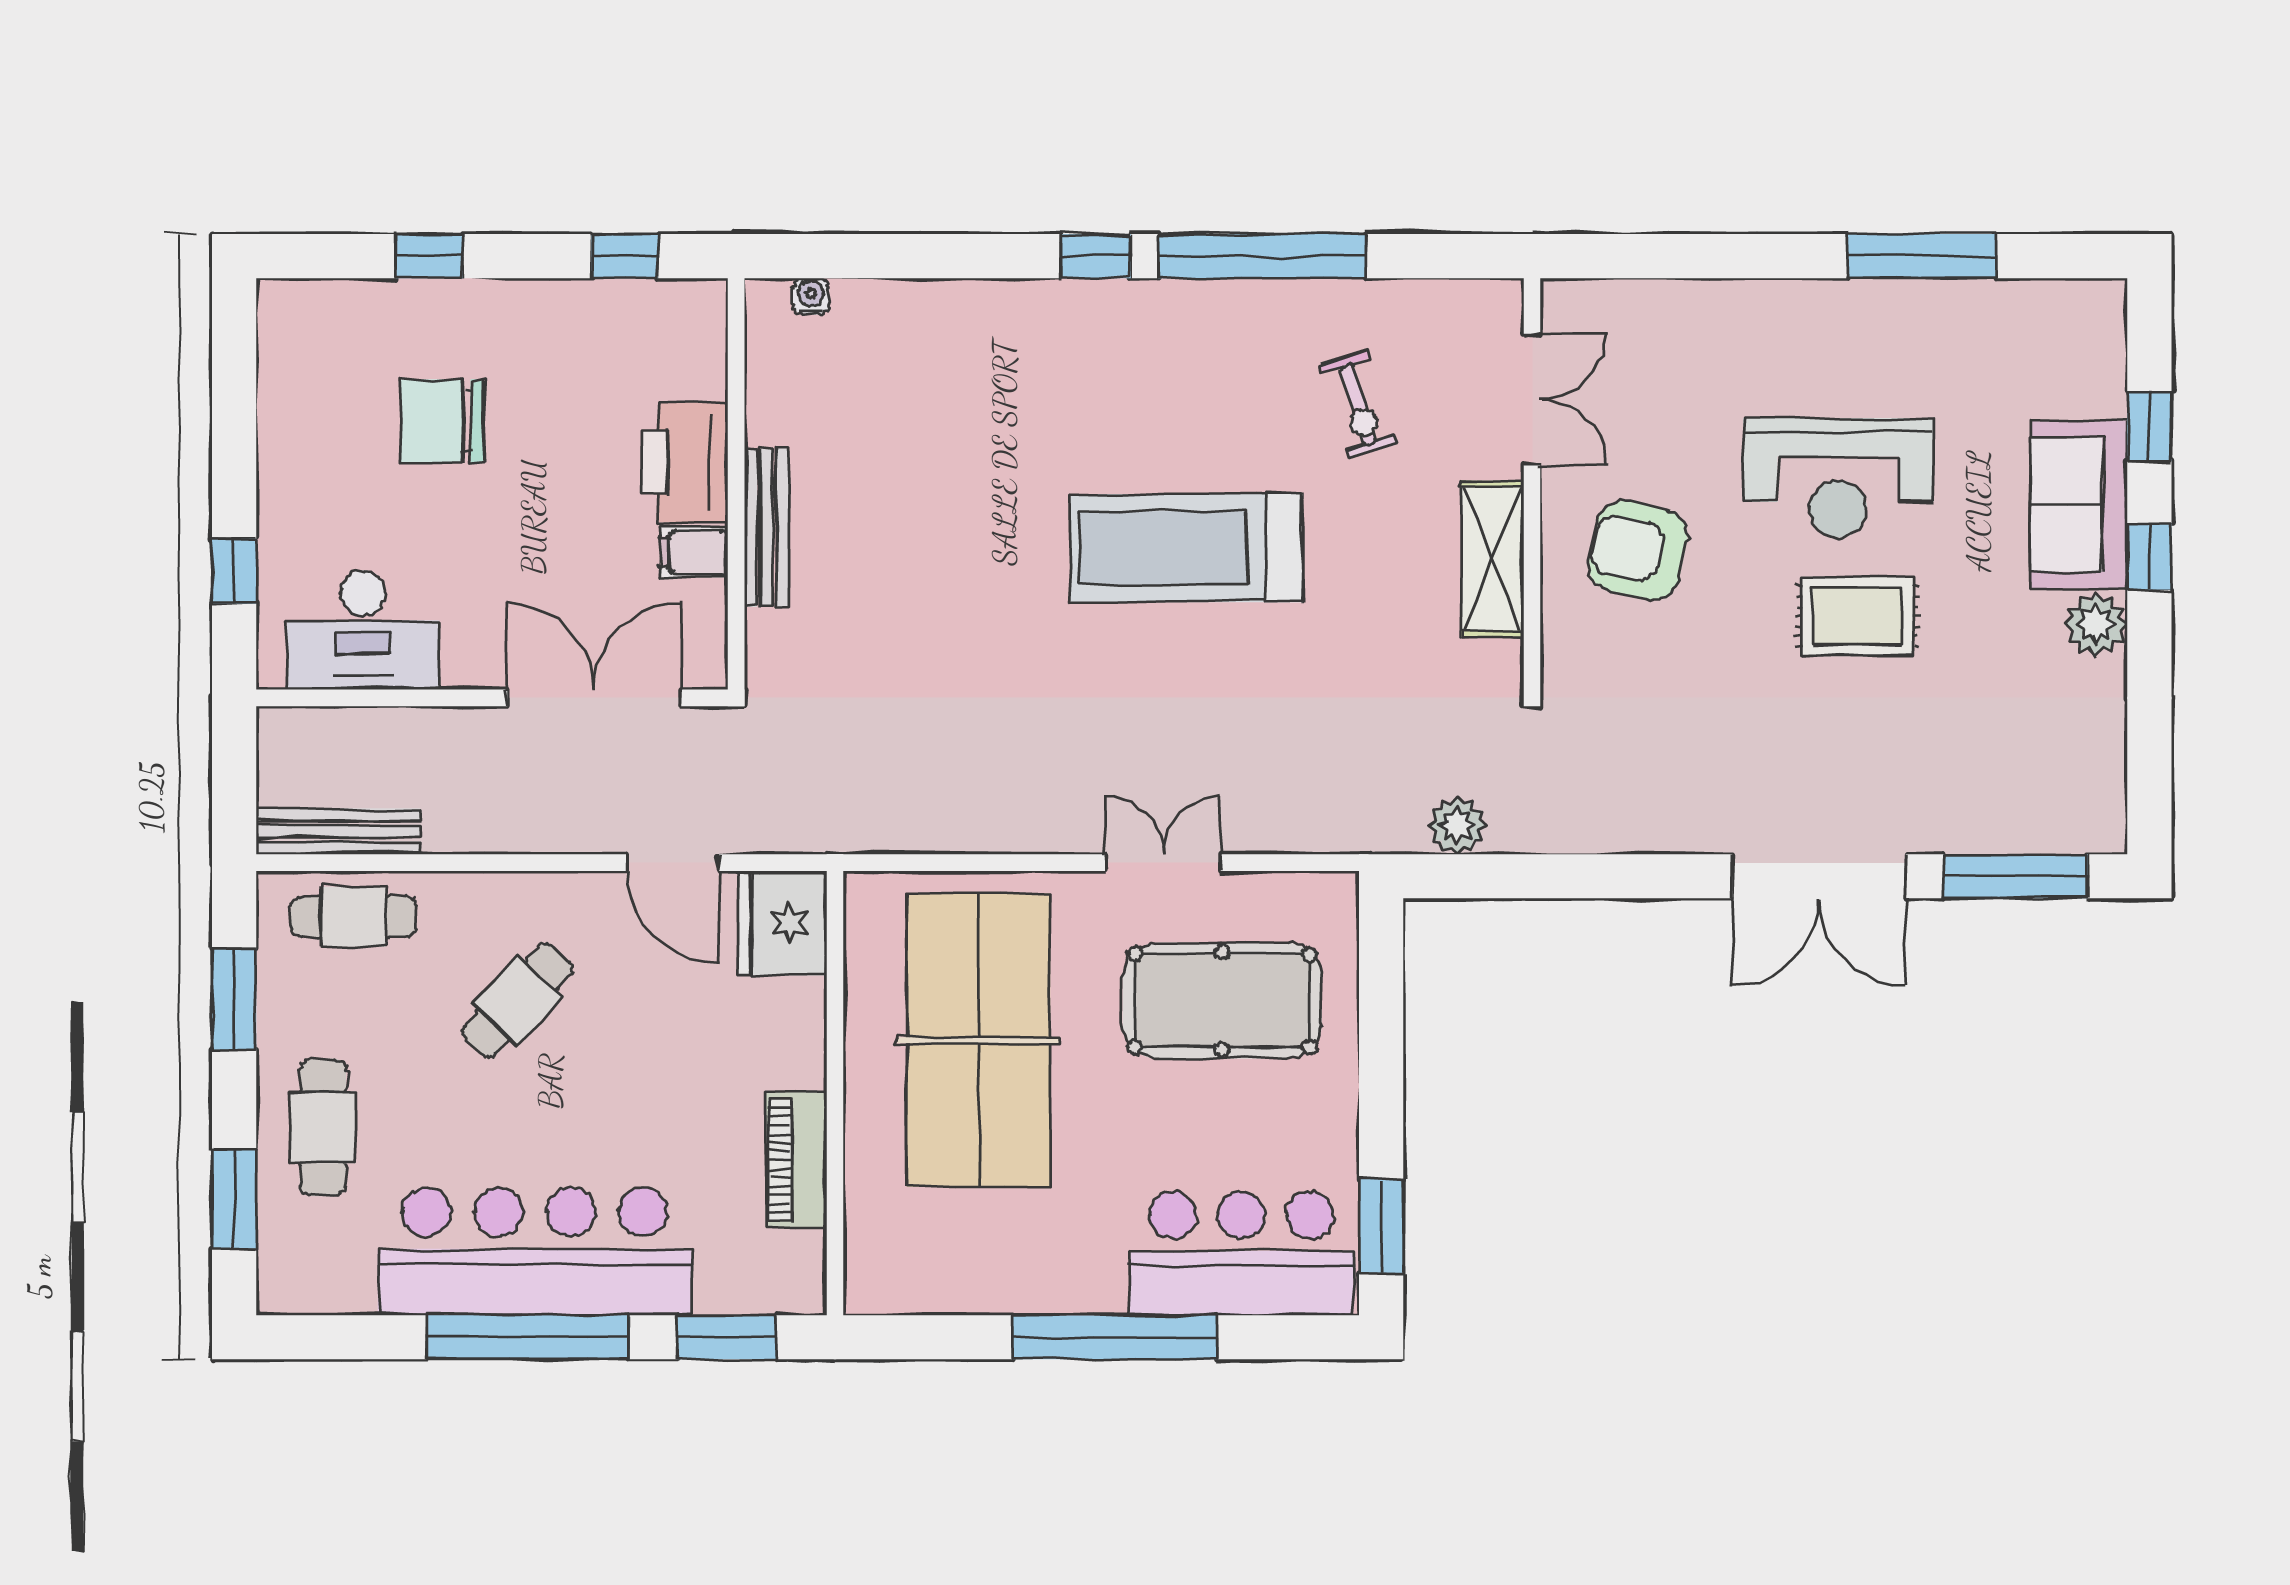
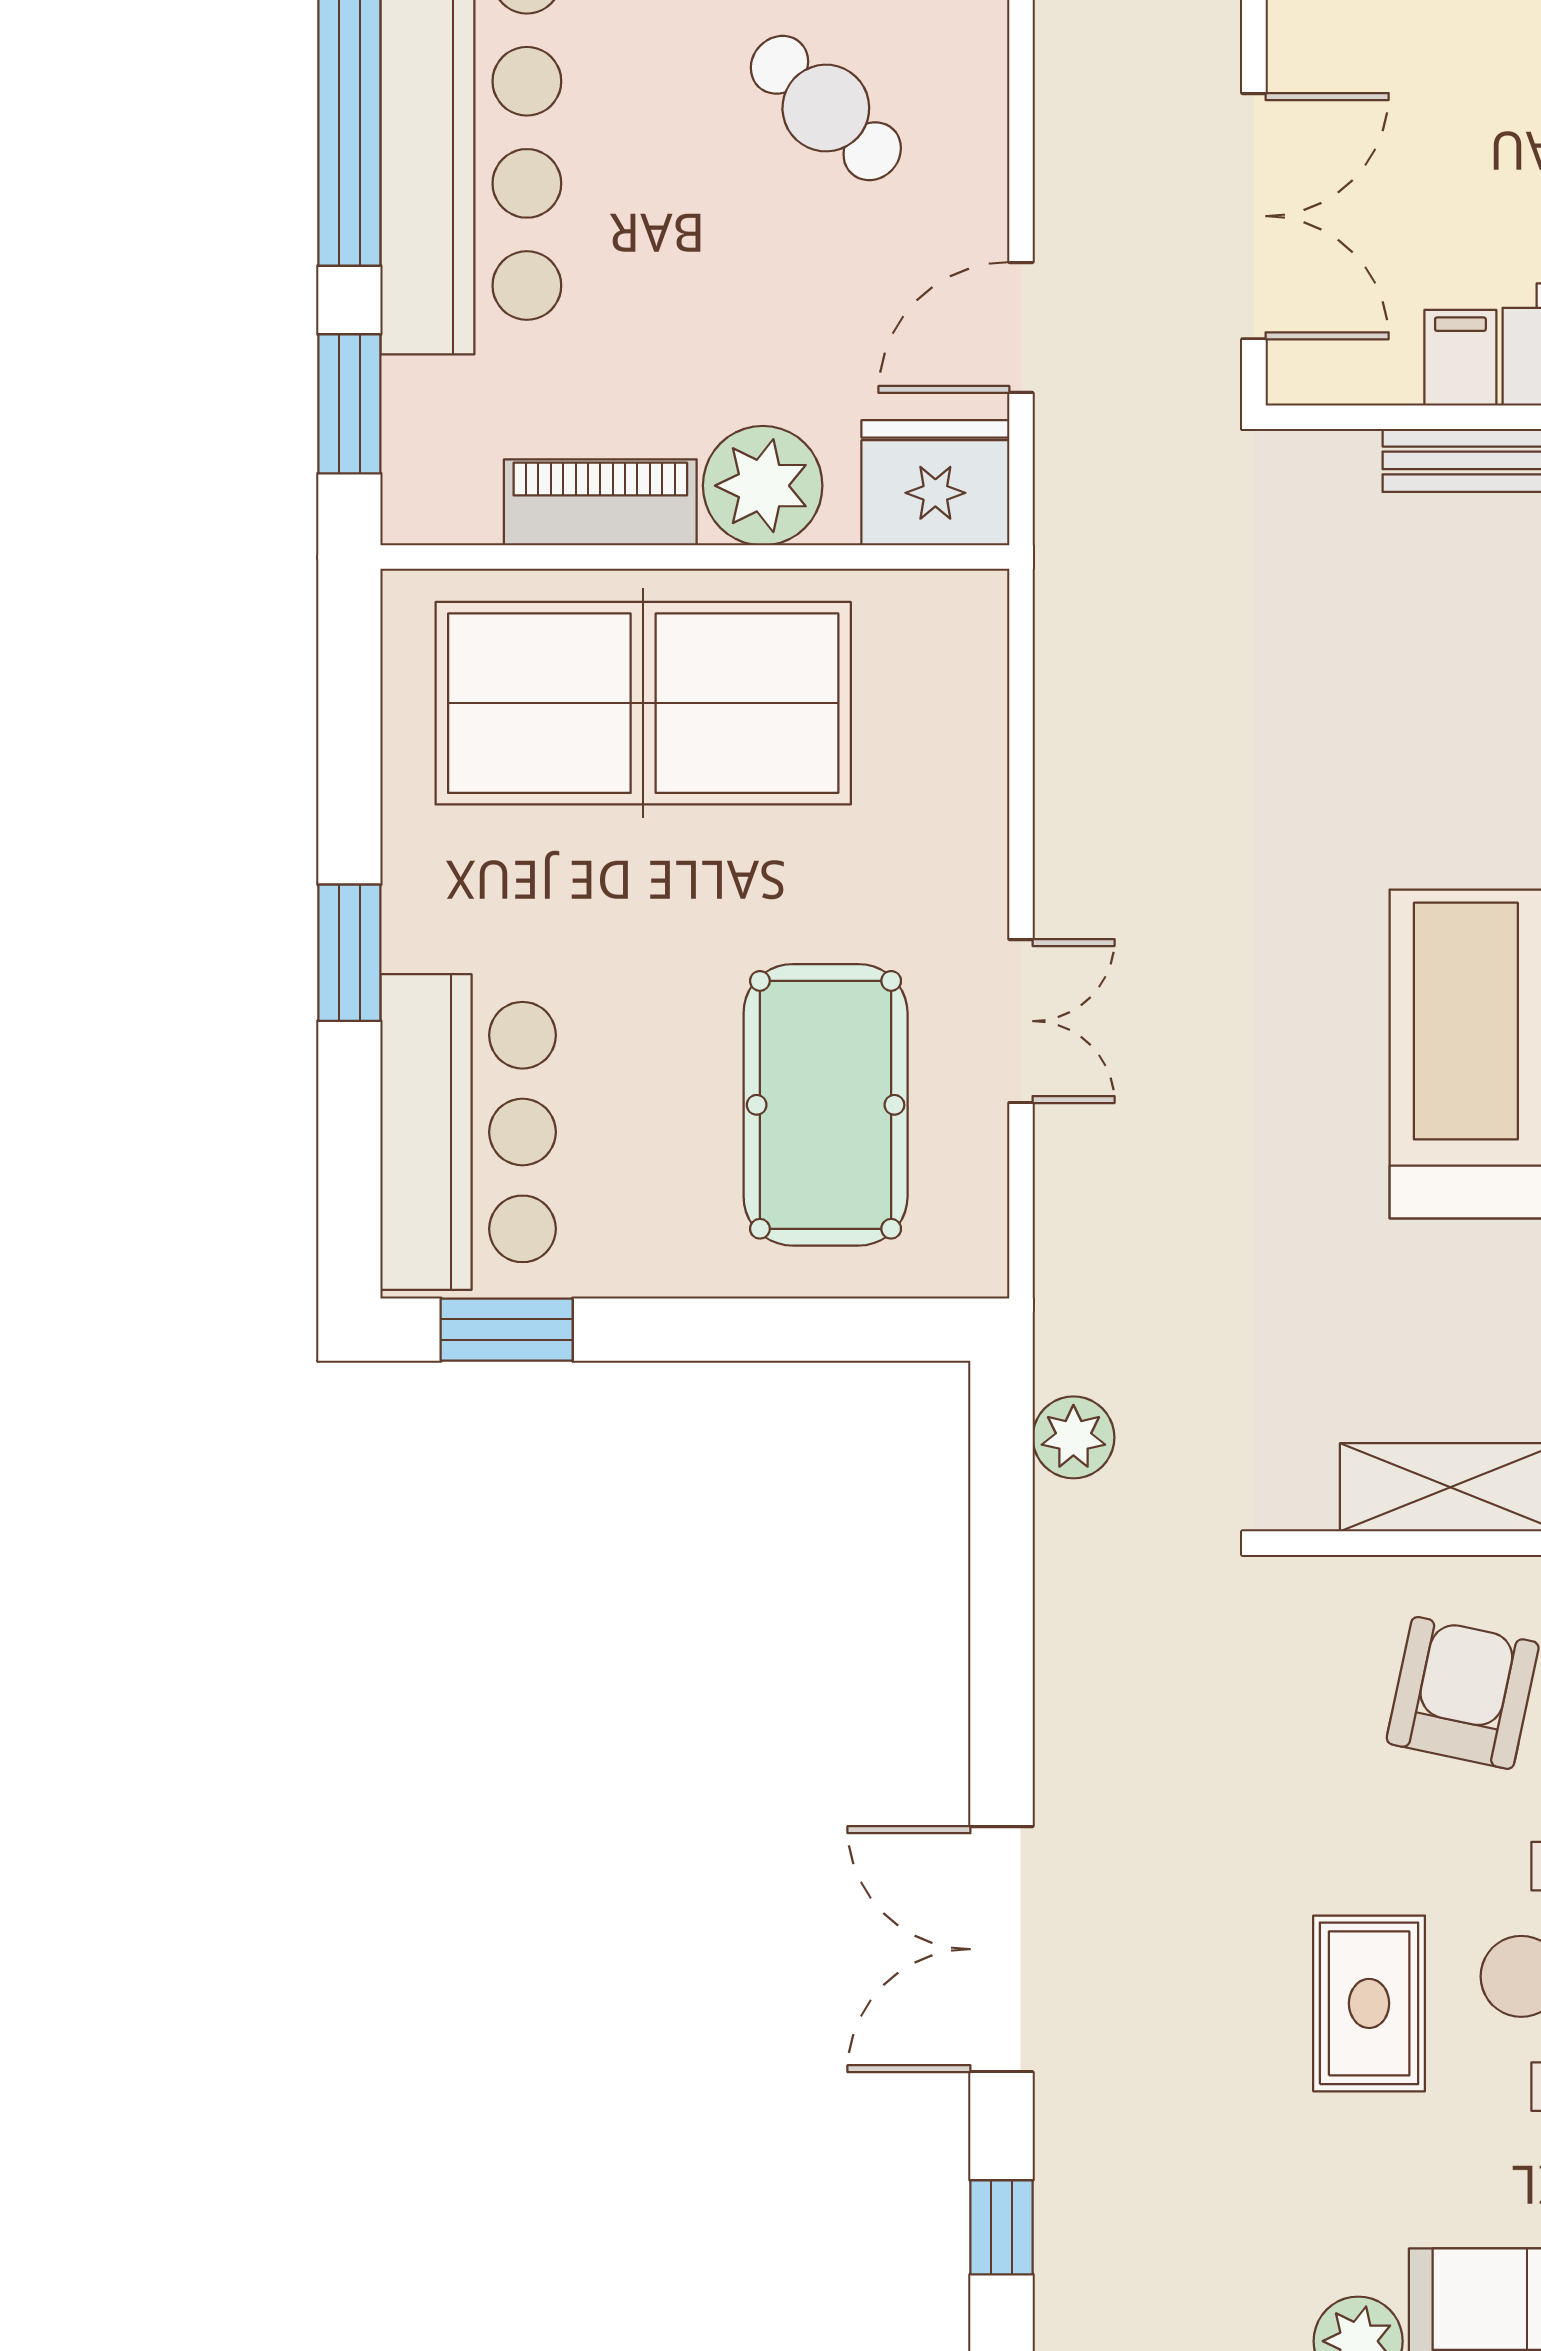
window: (2016, 876) -> (1002, 2227), width x0.46
table tennis table: (979, 1040) -> (643, 703), moved
plant: (785, 1045) -> (763, 486), added
window: (1115, 1337) -> (349, 953), width x0.47

